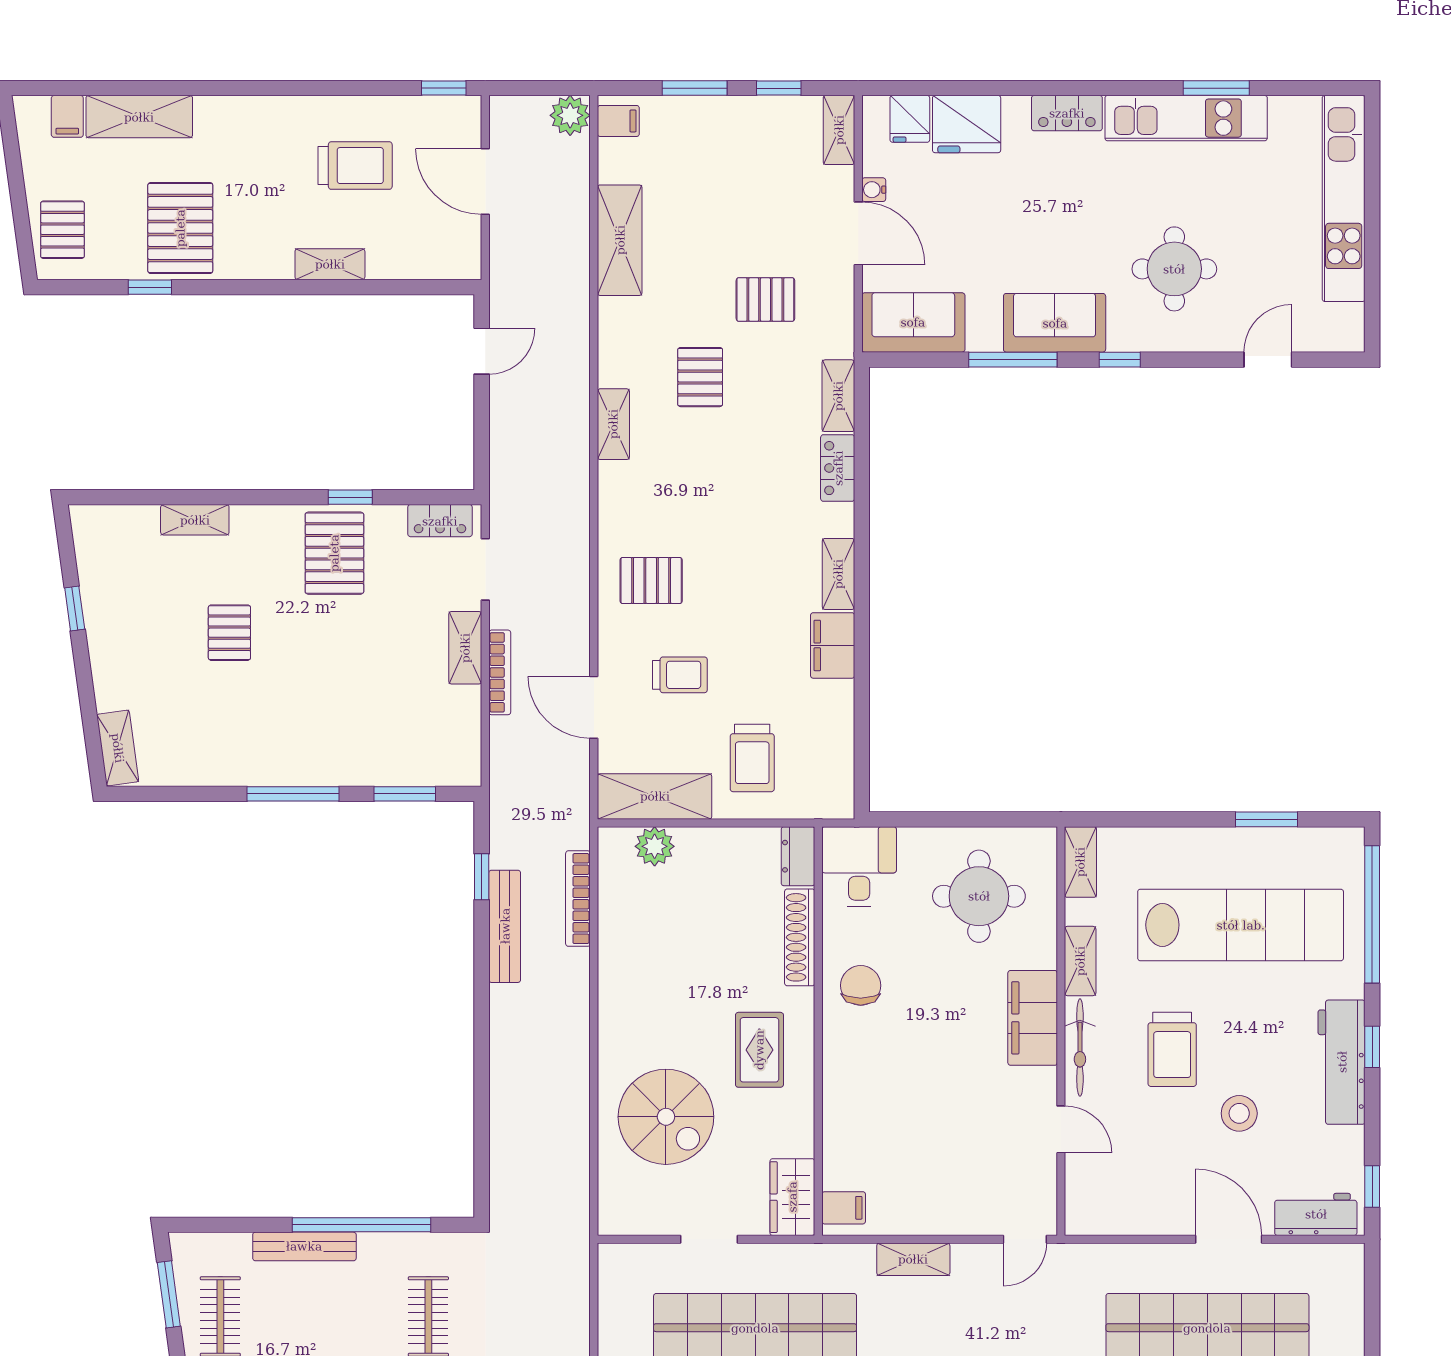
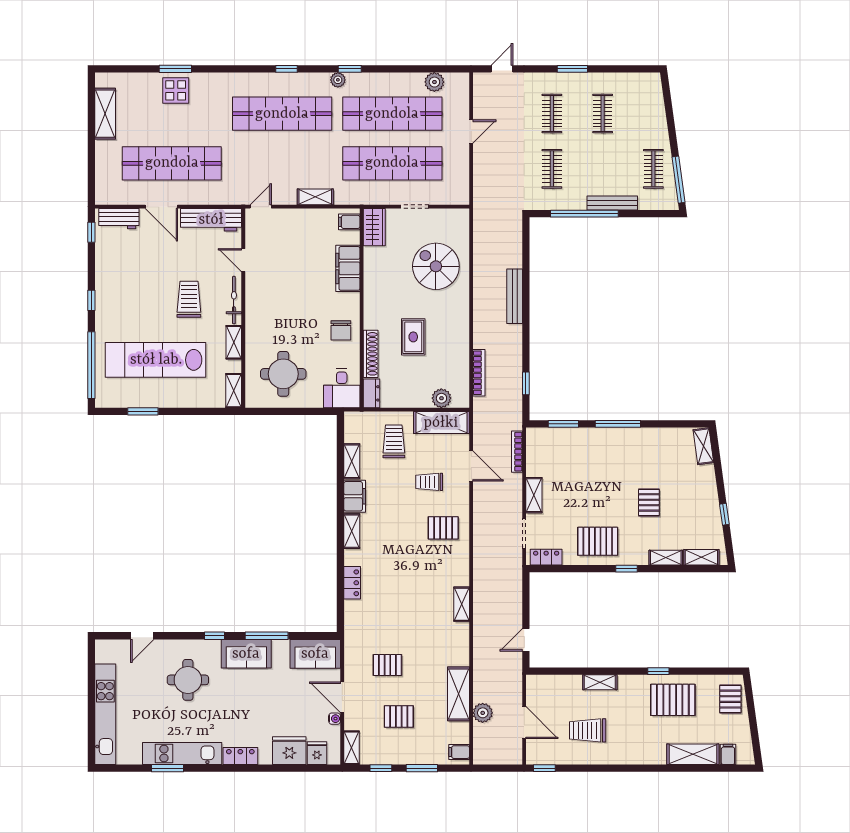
plant: (570, 115) -> (483, 713), moved
pallet: (180, 228) -> (673, 700), turned 90
window: (150, 287) -> (658, 671), moved
pallet: (700, 377) -> (399, 716), moved, turned 90
shelving: (838, 396) -> (352, 461), moved
window: (350, 497) -> (627, 569), moved
shelving: (122, 521) -> (701, 557), added
pallet: (334, 553) -> (598, 541), turned 90
bookcase: (500, 672) -> (517, 452), moved
bench: (505, 926) -> (515, 296), moved
filing cabinet: (1033, 1018) -> (348, 268), moved, turned 180
rug: (759, 1050) -> (413, 337), moved
workbench: (1342, 1062) -> (211, 220), moved, turned 90
stool: (1239, 1113) -> (156, 268), removed
window: (169, 1294) -> (678, 180), width x1.44

